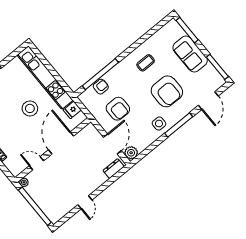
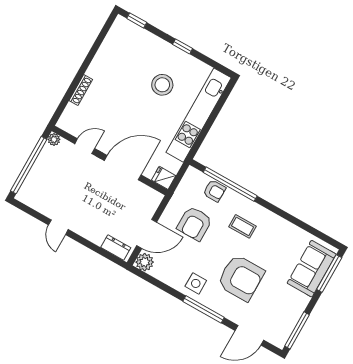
sofa: (190, 54) -> (312, 269), moved
coffee table: (146, 63) -> (243, 226), moved
armchair: (167, 91) -> (241, 278), turned -90
stool: (30, 108) -> (162, 85), moved
fridge: (72, 110) -> (164, 178), moved
door: (36, 163) -> (85, 146), hinge flipped
door: (85, 202) -> (58, 227), hinge flipped

